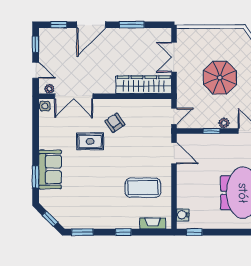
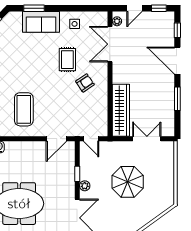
side table: (45, 106) -> (75, 24), moved

